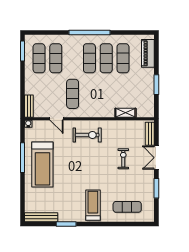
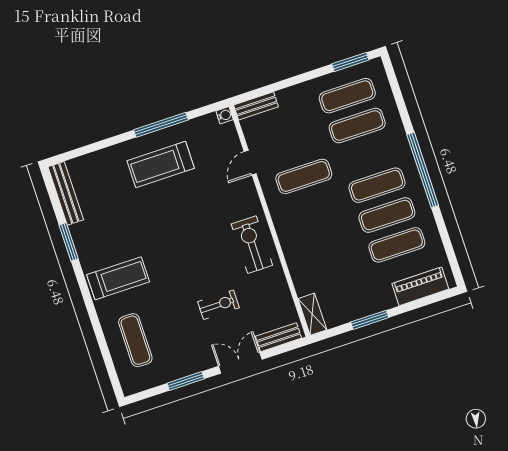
shelving: (125, 113) -> (312, 314), moved
exercise bike: (87, 135) -> (252, 245), moved, turned 180
treadmill: (42, 164) -> (161, 164), width x0.73, depth x0.73

